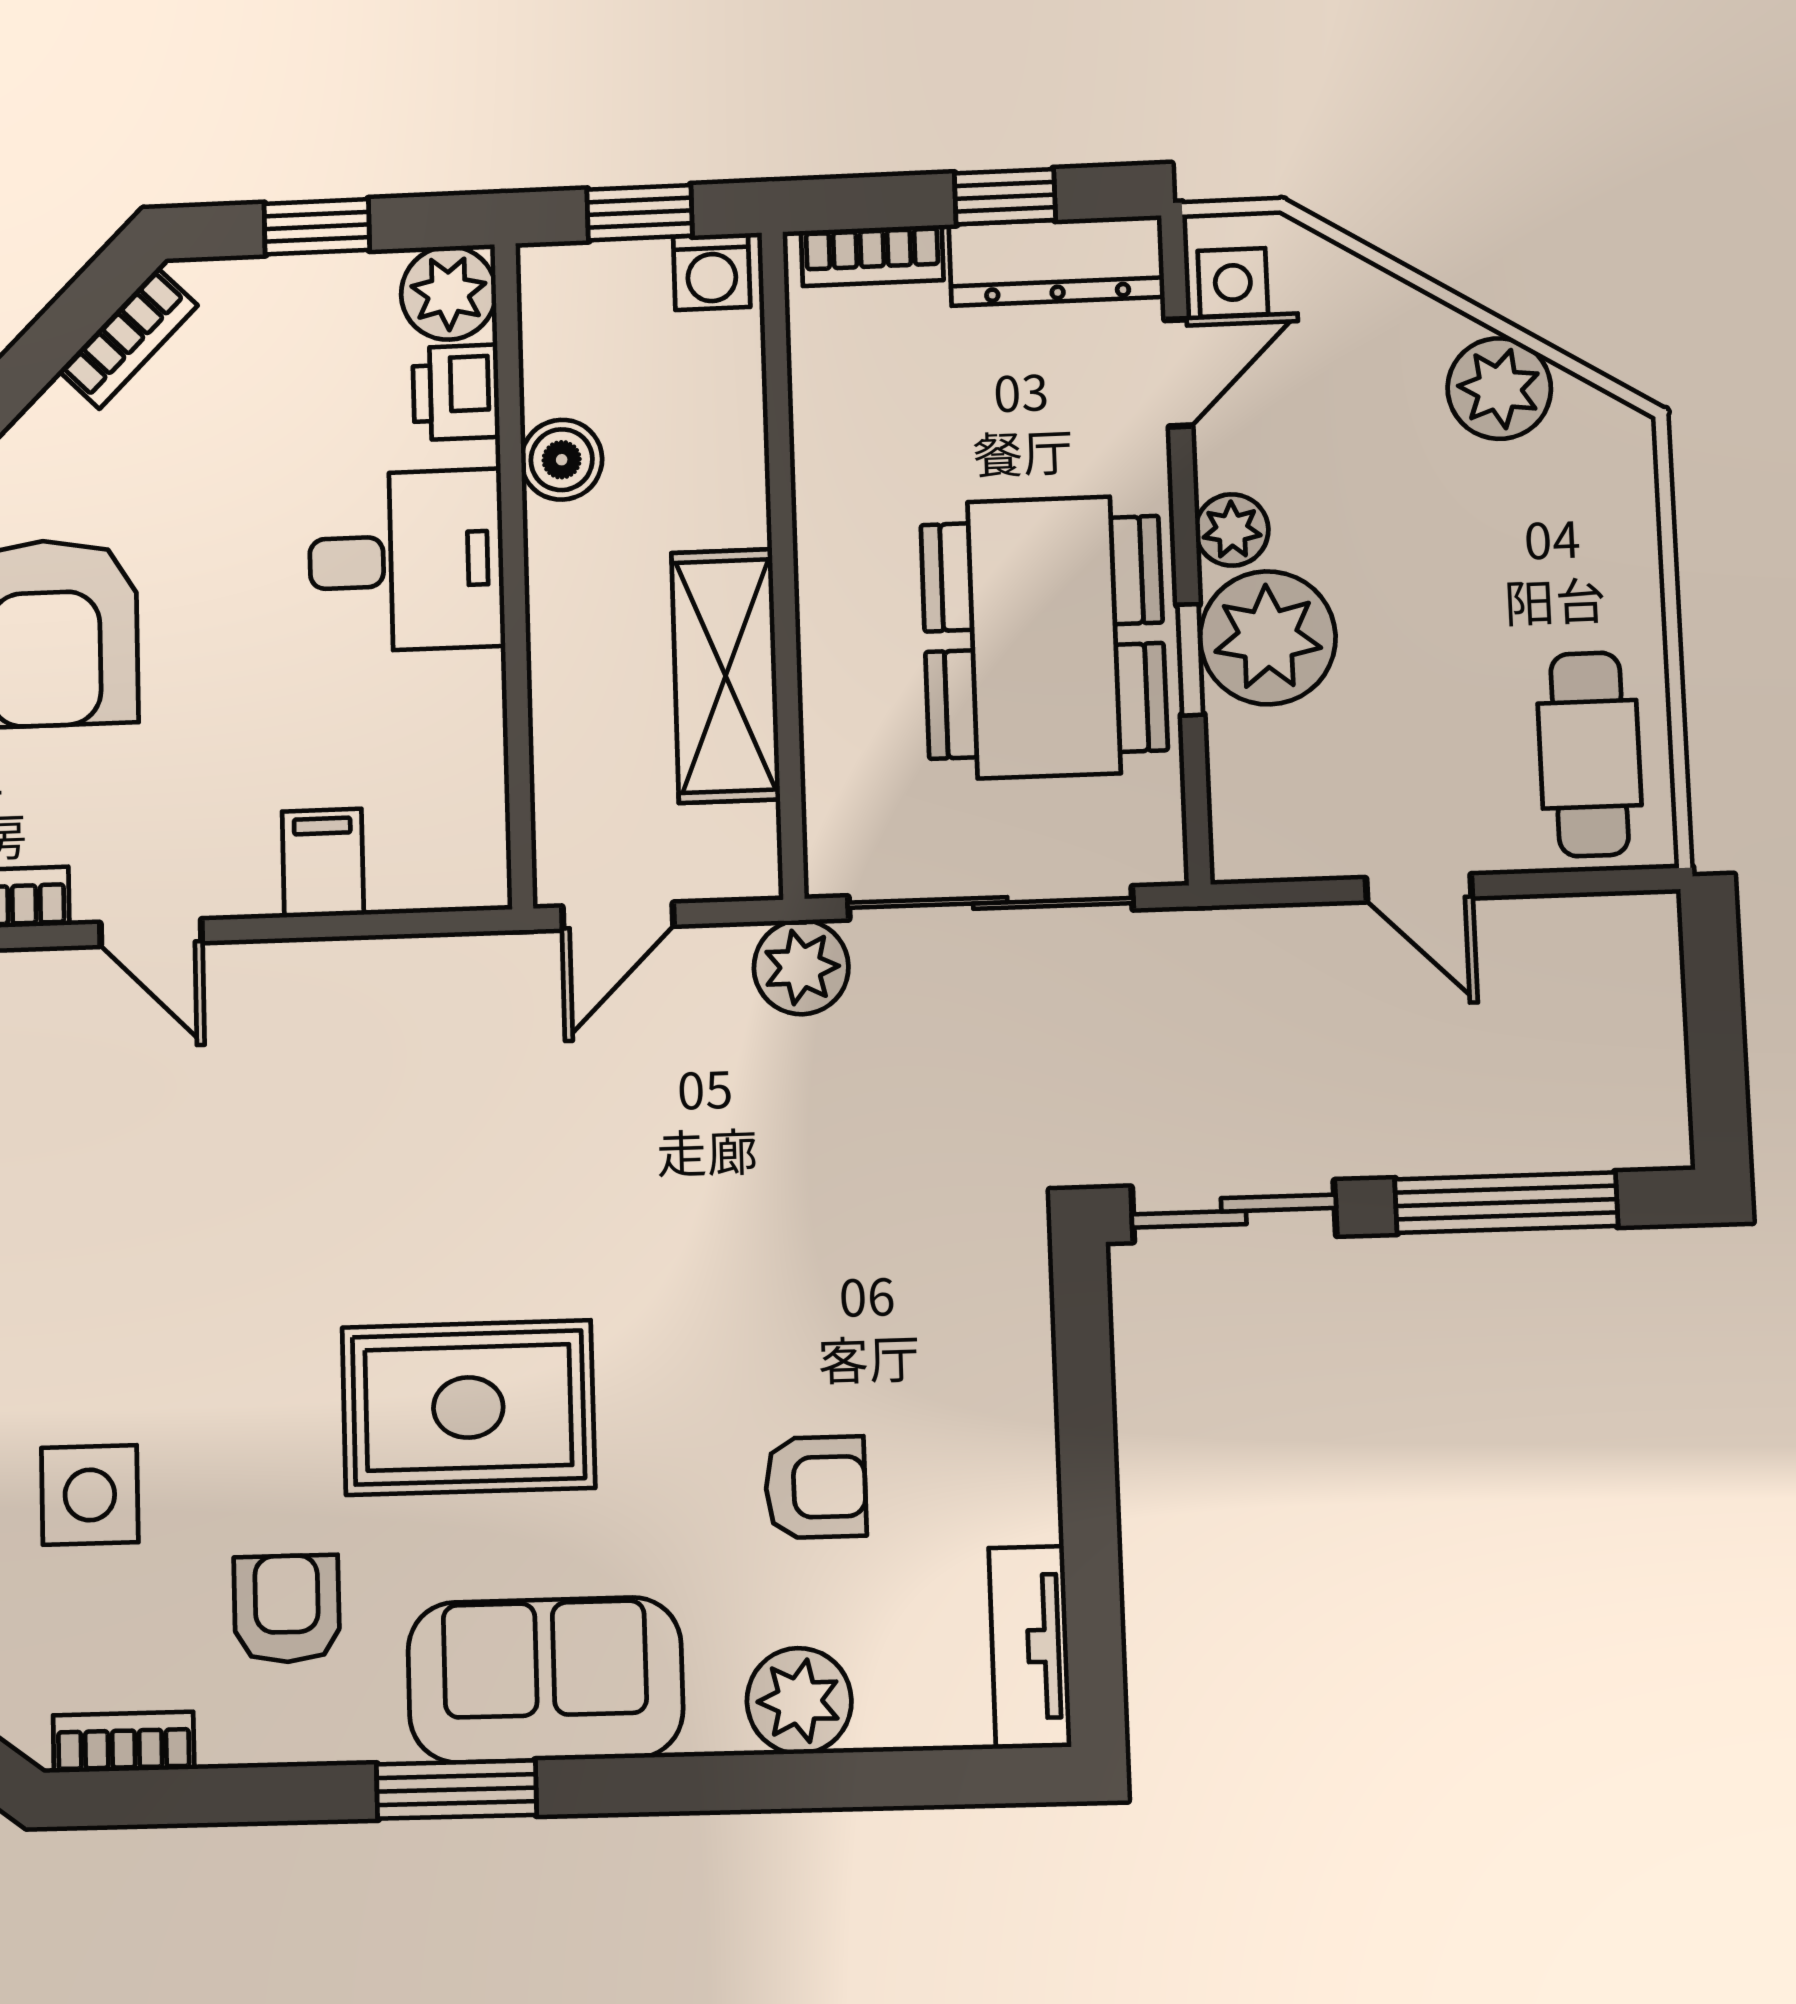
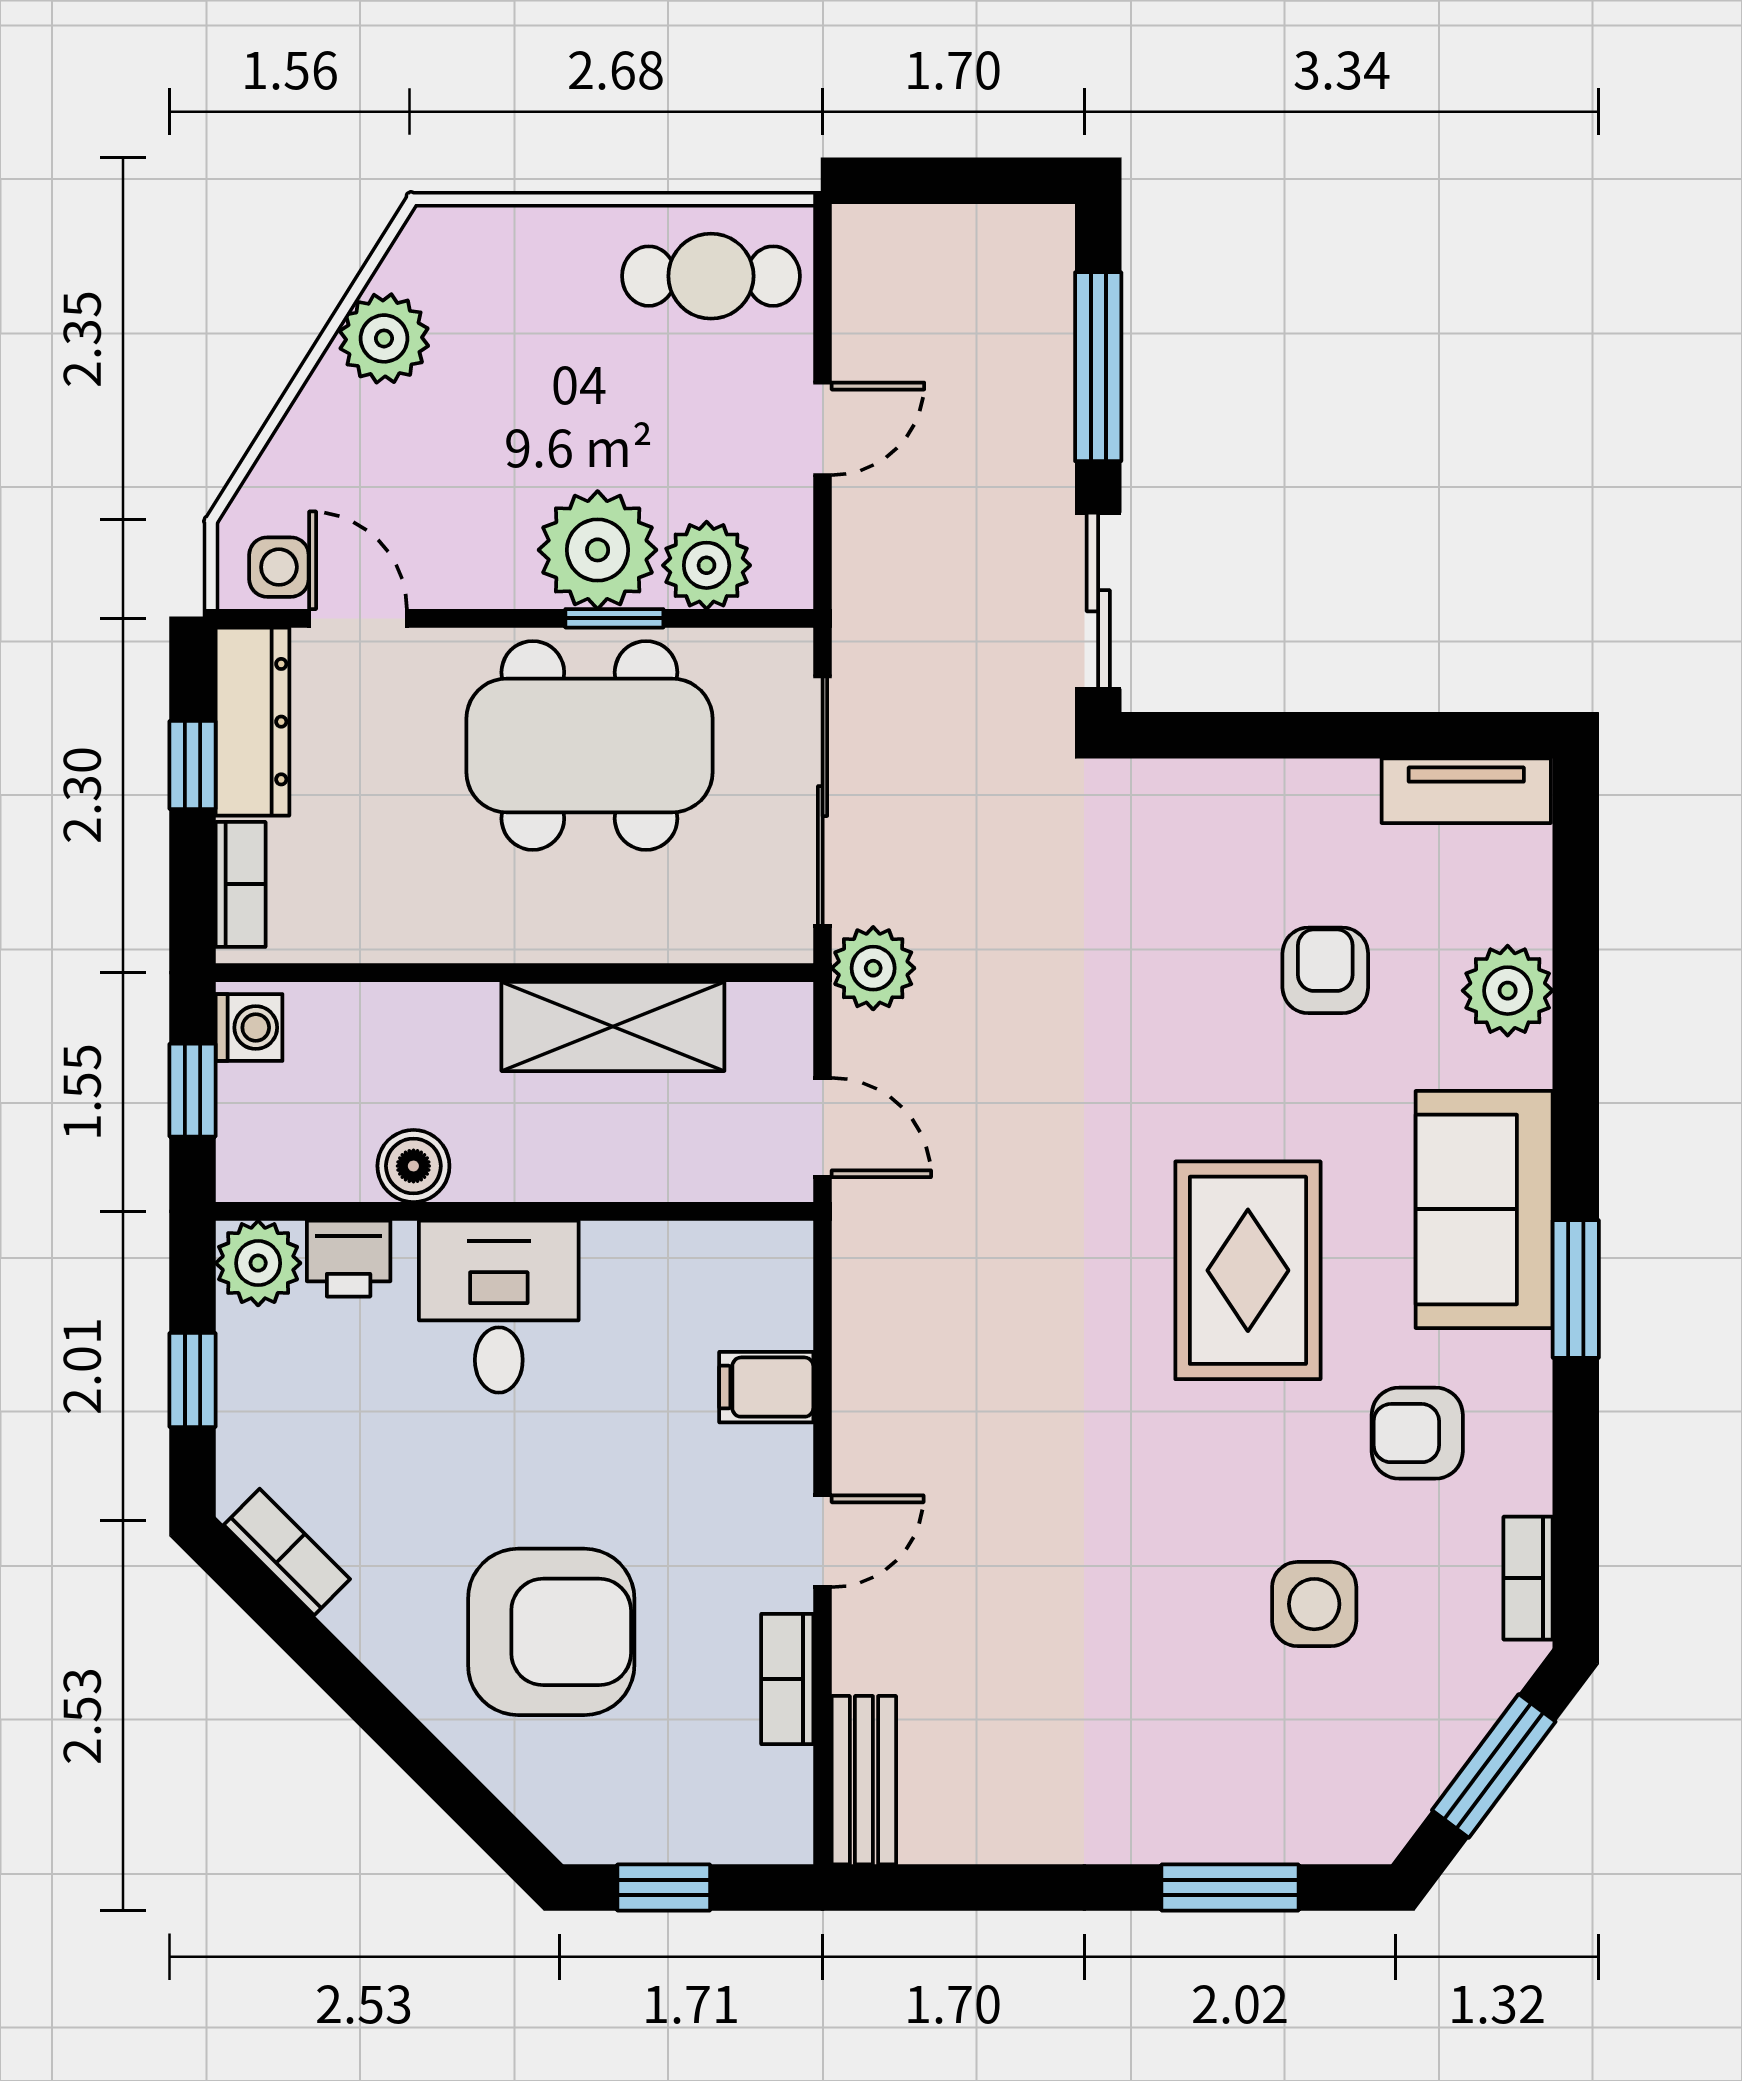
plant: (1232, 530) -> (707, 565), moved, width x1.38, depth x1.38

